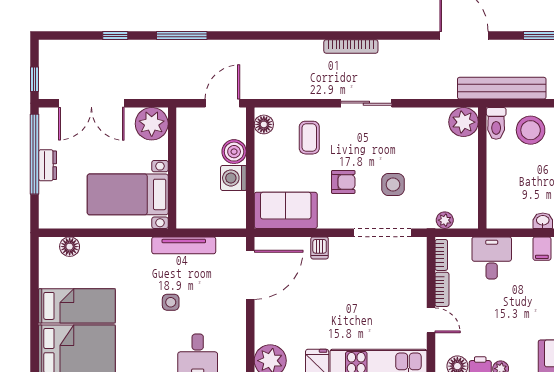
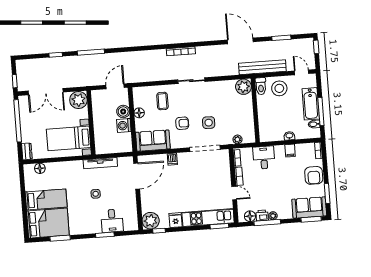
floor lamp: (264, 124) -> (139, 113), moved
dresser: (47, 165) -> (27, 151), moved

